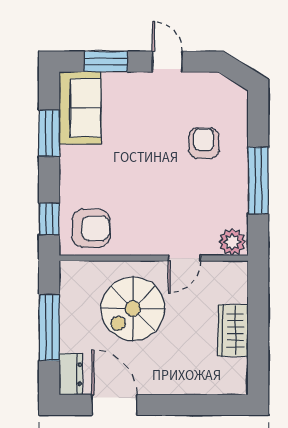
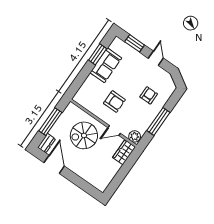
sofa: (80, 108) -> (106, 65), moved
window: (49, 219) -> (77, 84), removed
armchair: (91, 228) -> (114, 102), moved
wardrobe: (233, 330) -> (124, 152), moved

